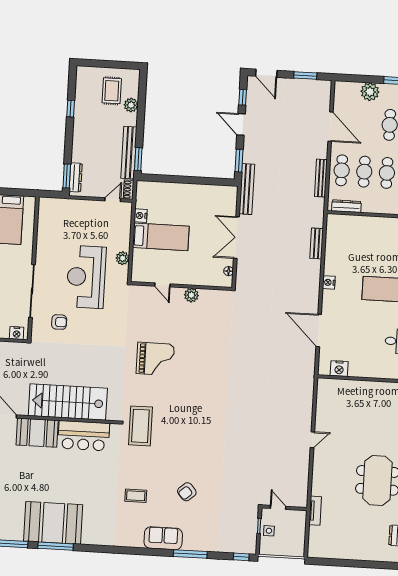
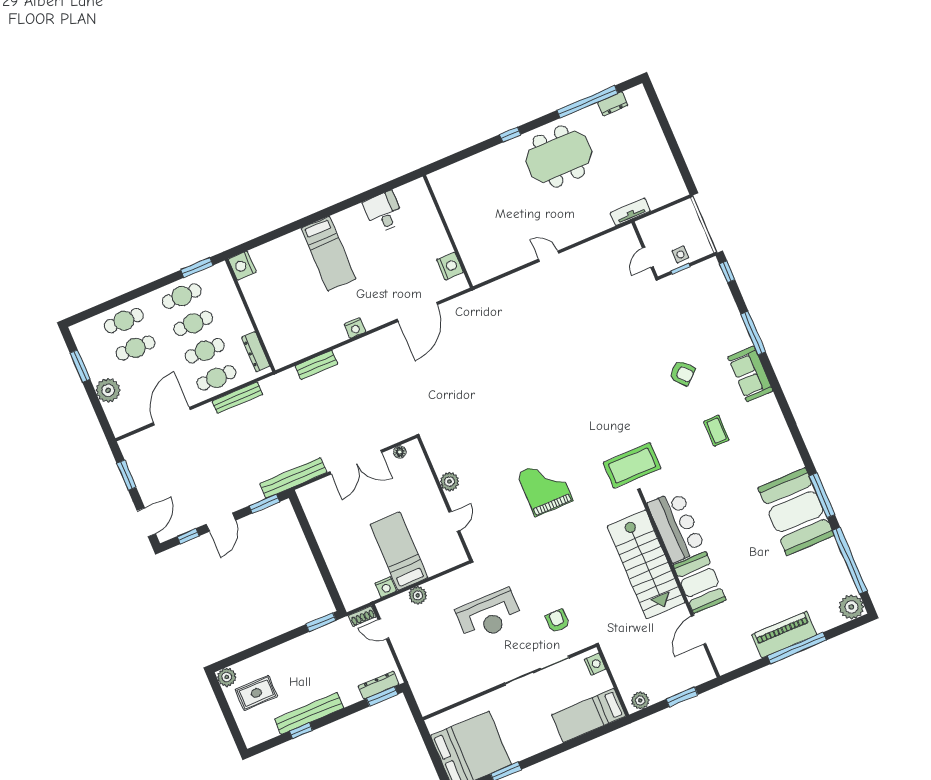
plant: (131, 105) -> (227, 677), moved
bench: (129, 153) -> (309, 713), moved
plant: (123, 258) -> (418, 595), moved
reception desk: (86, 277) -> (489, 615), width x0.74, depth x0.77

